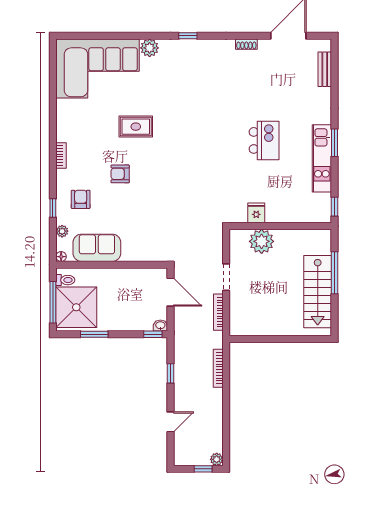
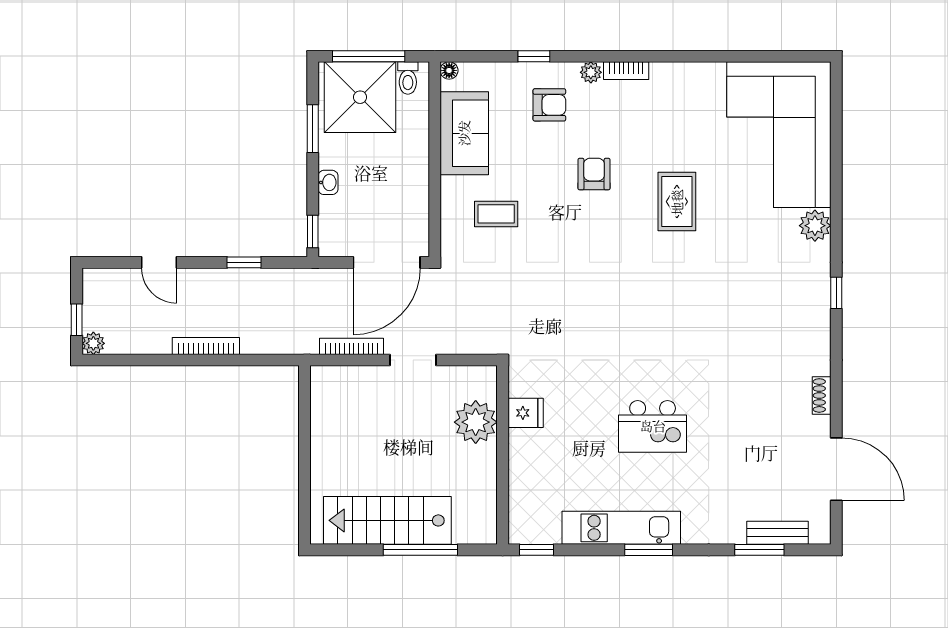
window: (334, 80) -> (759, 550), added
coffee table: (143, 230) -> (496, 214), added
plant: (62, 231) -> (591, 72), moved
door: (170, 292) -> (387, 262), width x1.36
washbasin: (160, 326) -> (328, 182), moved
bookcase: (218, 368) -> (206, 346), moved

